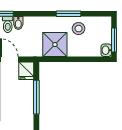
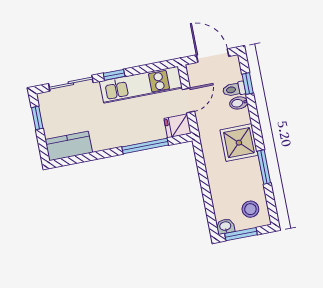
stool: (79, 29) -> (250, 209), moved
shower: (55, 45) -> (239, 143), moved

